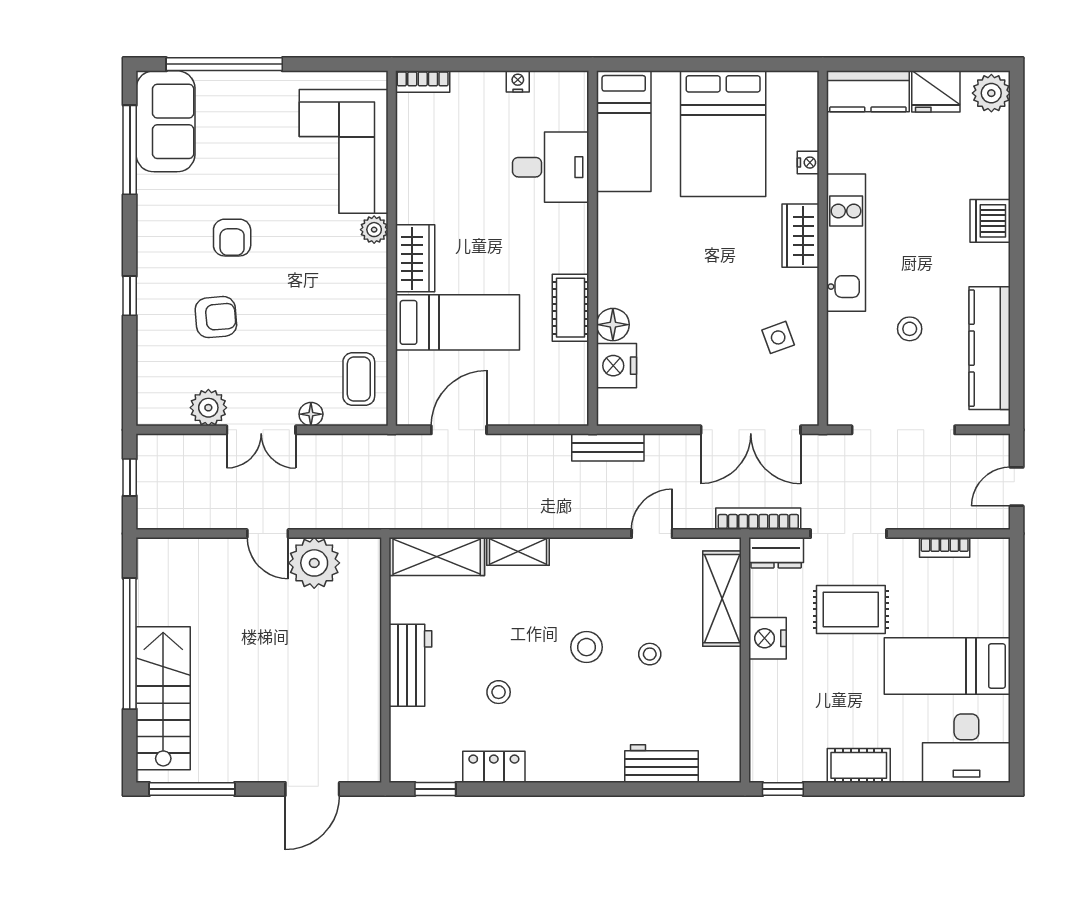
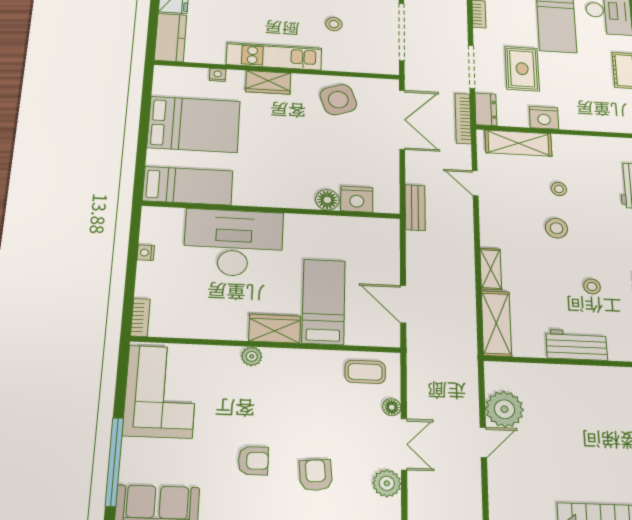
corner sofa: (344, 151) -> (160, 391), moved, turned -90
desk: (551, 167) -> (233, 243), width x1.87, depth x1.30
cot: (570, 308) -> (315, 226), removed
side table: (778, 337) -> (338, 100), width x1.87, depth x1.87

